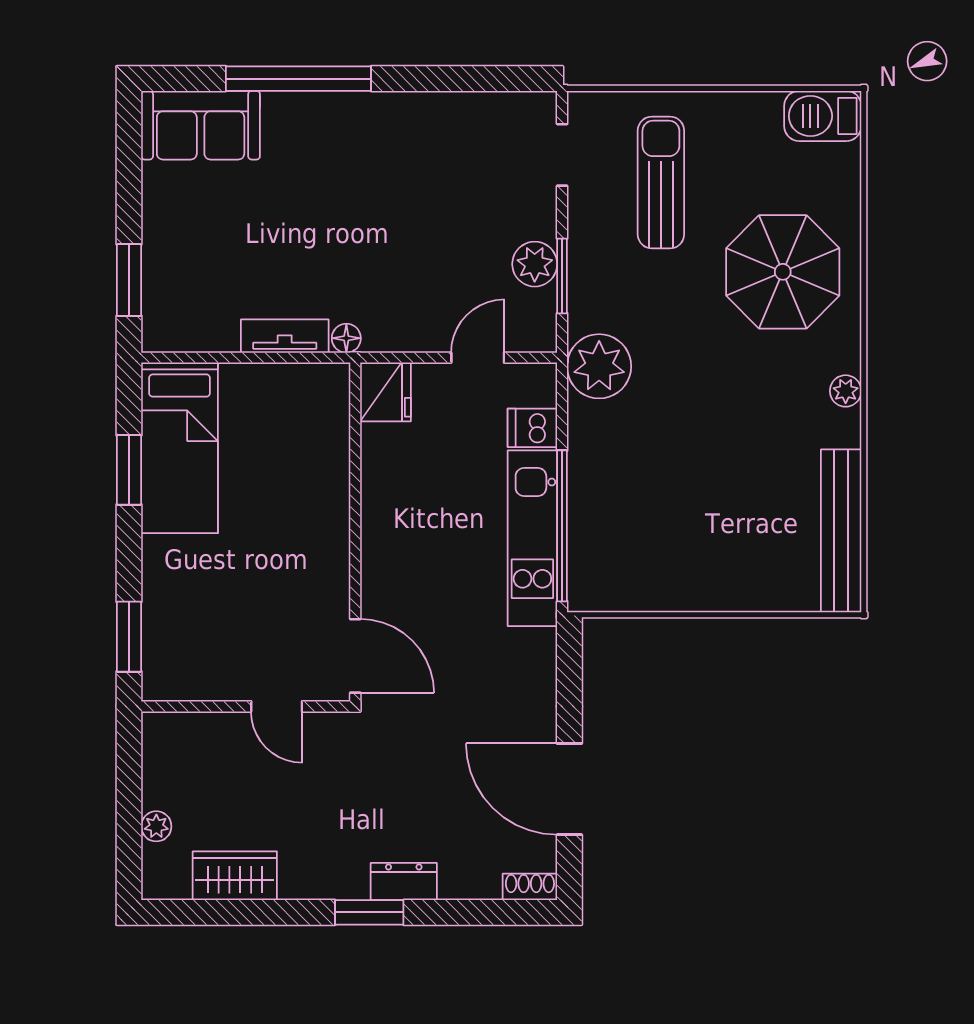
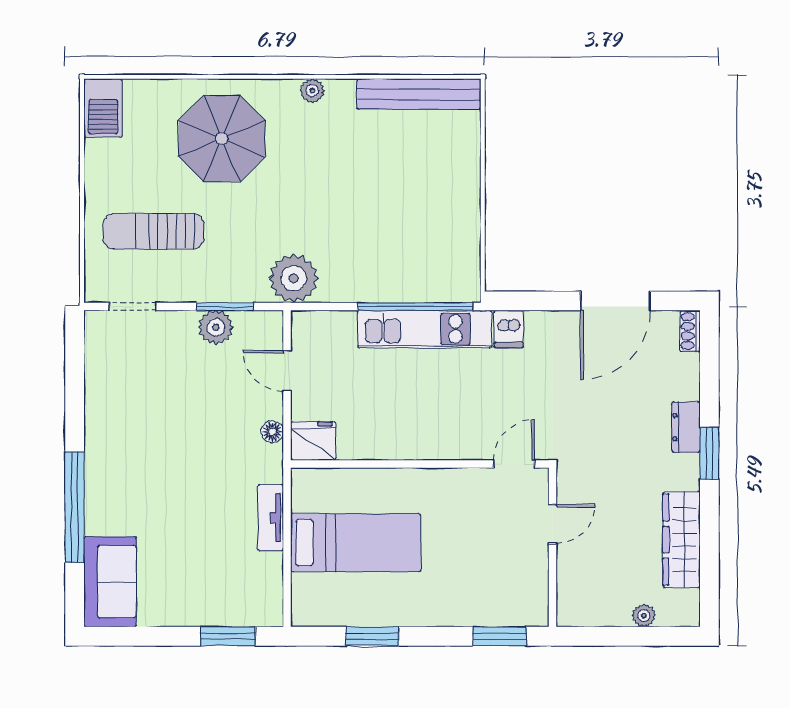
floor lamp: (346, 338) -> (272, 432), moved
dishwasher: (532, 428) -> (509, 329), moved
bed: (180, 448) -> (356, 543), moved
door: (355, 656) -> (514, 464), width x0.73
wardrobe: (235, 876) -> (681, 540), width x1.50

